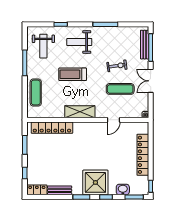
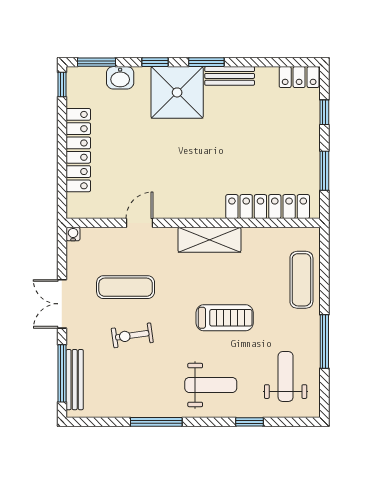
double door: (151, 81) -> (62, 304), swing flipped
bench: (60, 190) -> (230, 76), moved

